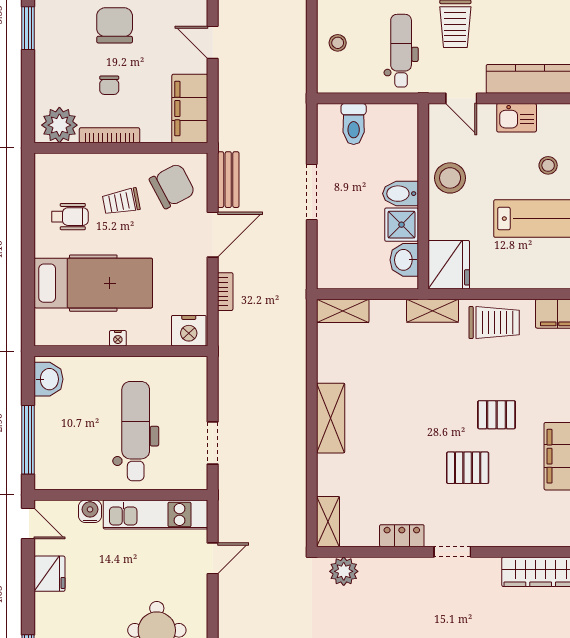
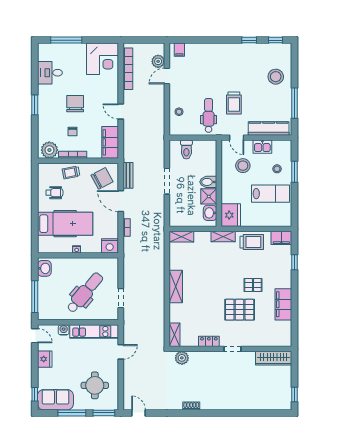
stool: (450, 178) -> (243, 166), moved
trolley: (121, 202) -> (71, 172), moved
door: (213, 235) -> (121, 201), swing flipped
dental chair: (136, 431) -> (85, 293), turned 40
pallet: (468, 468) -> (240, 310), width x1.50, depth x1.42

